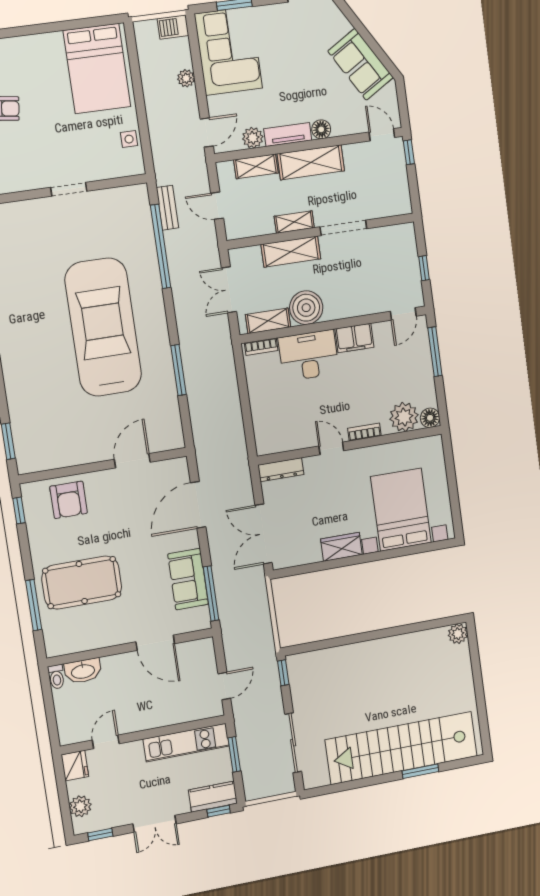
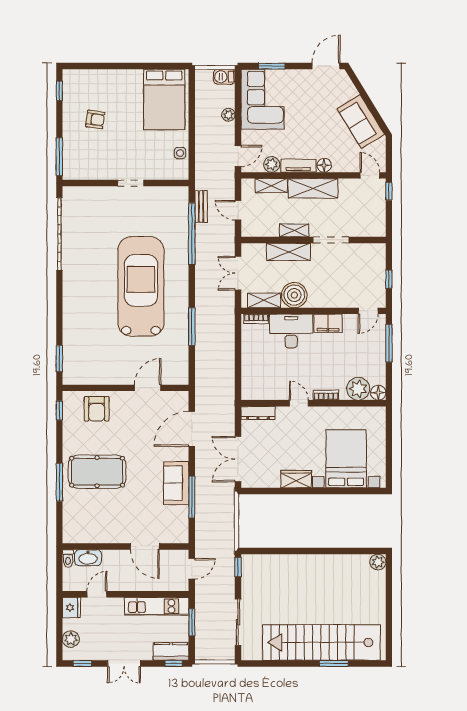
door: (155, 643) -> (145, 546), moved
wall: (130, 647) -> (126, 546), moved
washbasin: (83, 671) -> (88, 558), moved
toilet: (56, 677) -> (68, 558), moved

